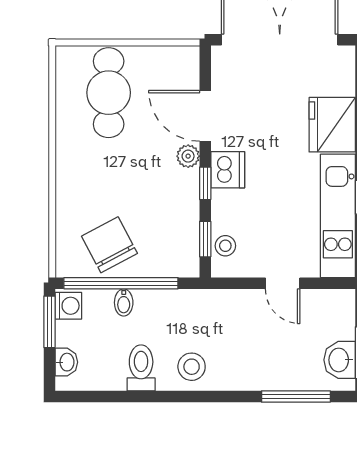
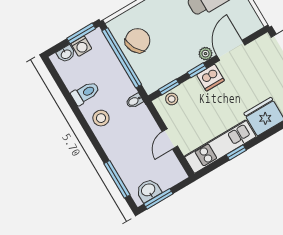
bidet: (124, 303) -> (134, 101), moved
washing machine: (68, 306) -> (81, 46), moved

